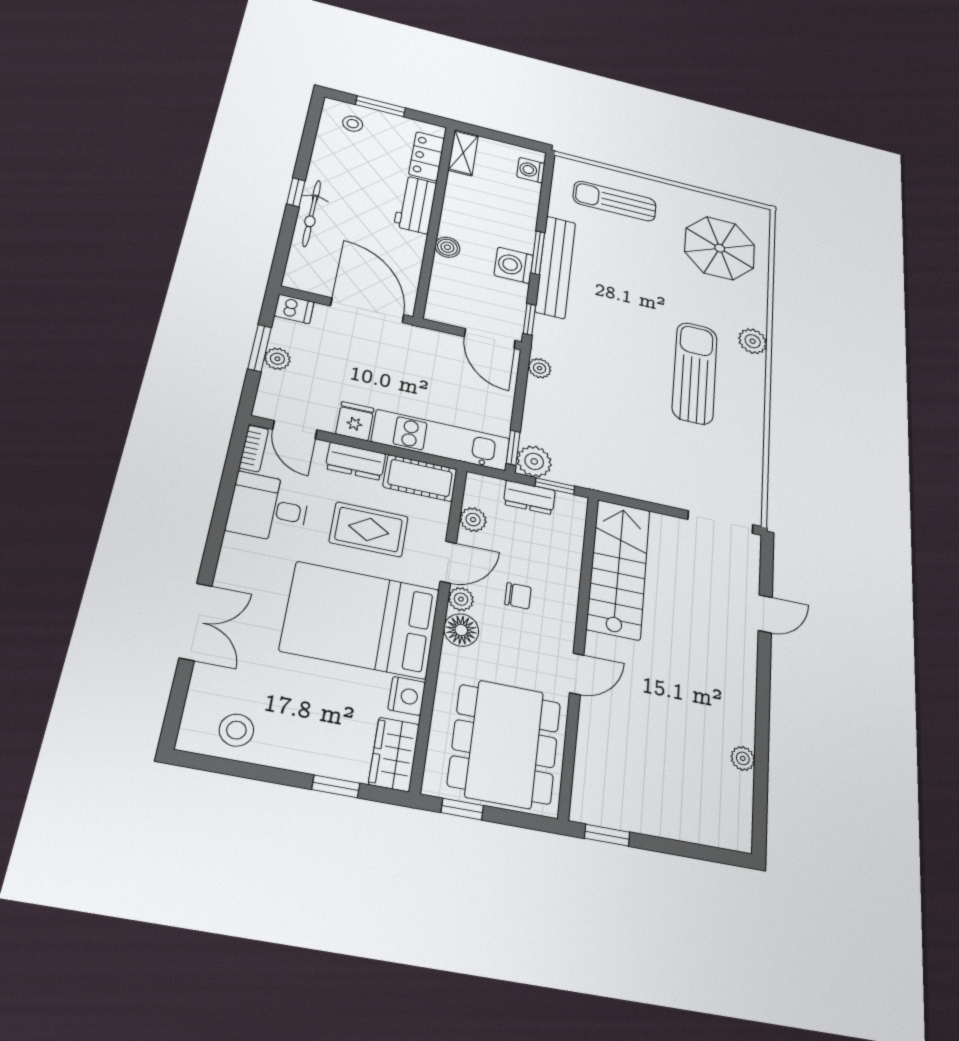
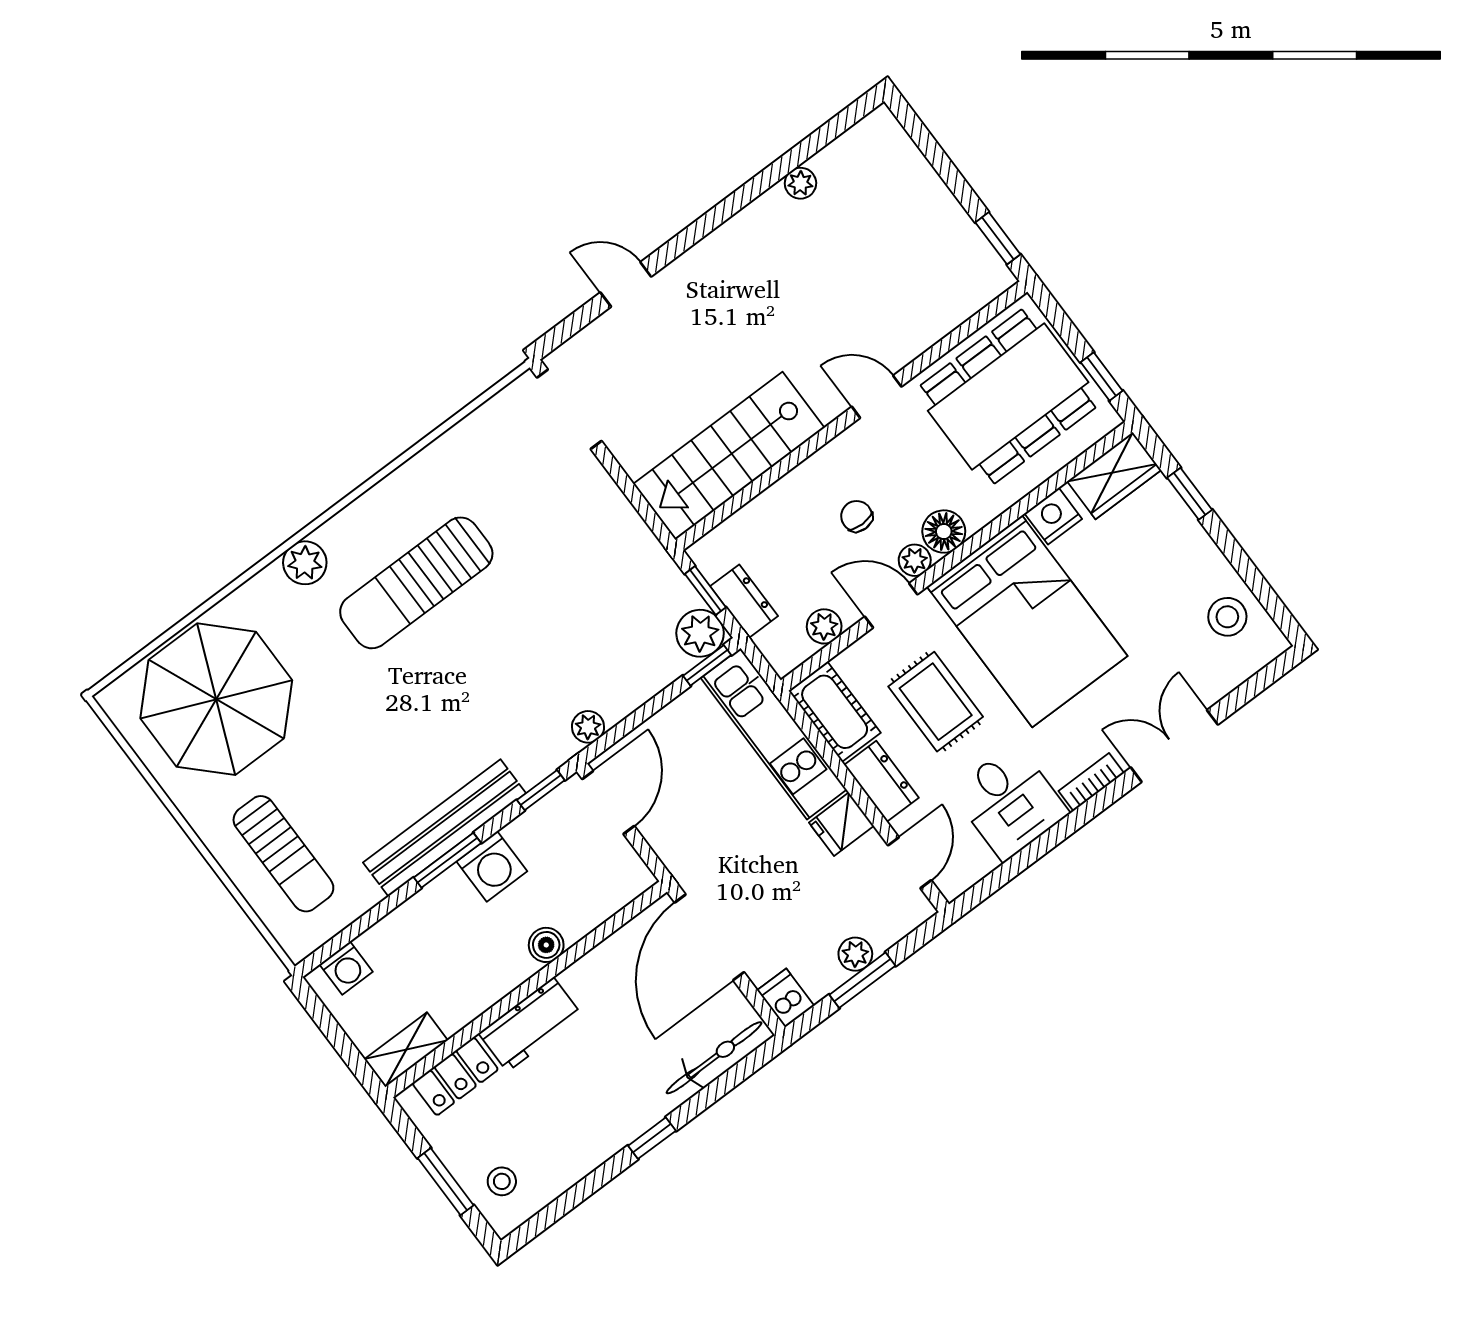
bicycle: (312, 213) -> (714, 1058), moved
parasol: (720, 248) -> (216, 699), width x1.36, depth x1.36
bookcase: (254, 449) -> (1091, 782), moved

